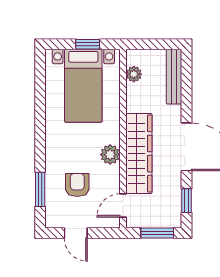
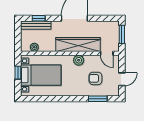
window: (186, 201) -> (39, 18), moved

